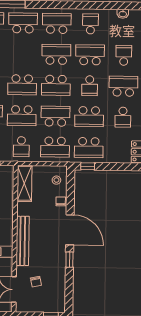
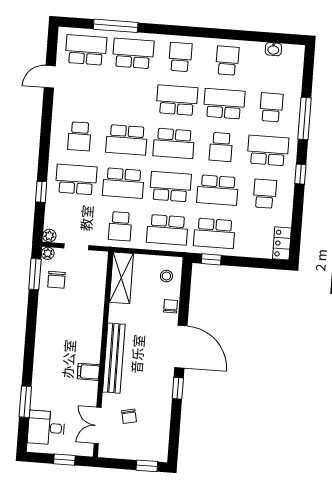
school desk: (57, 23) -> (180, 57), width x0.54
school desk: (123, 117) -> (265, 194), turned 180

